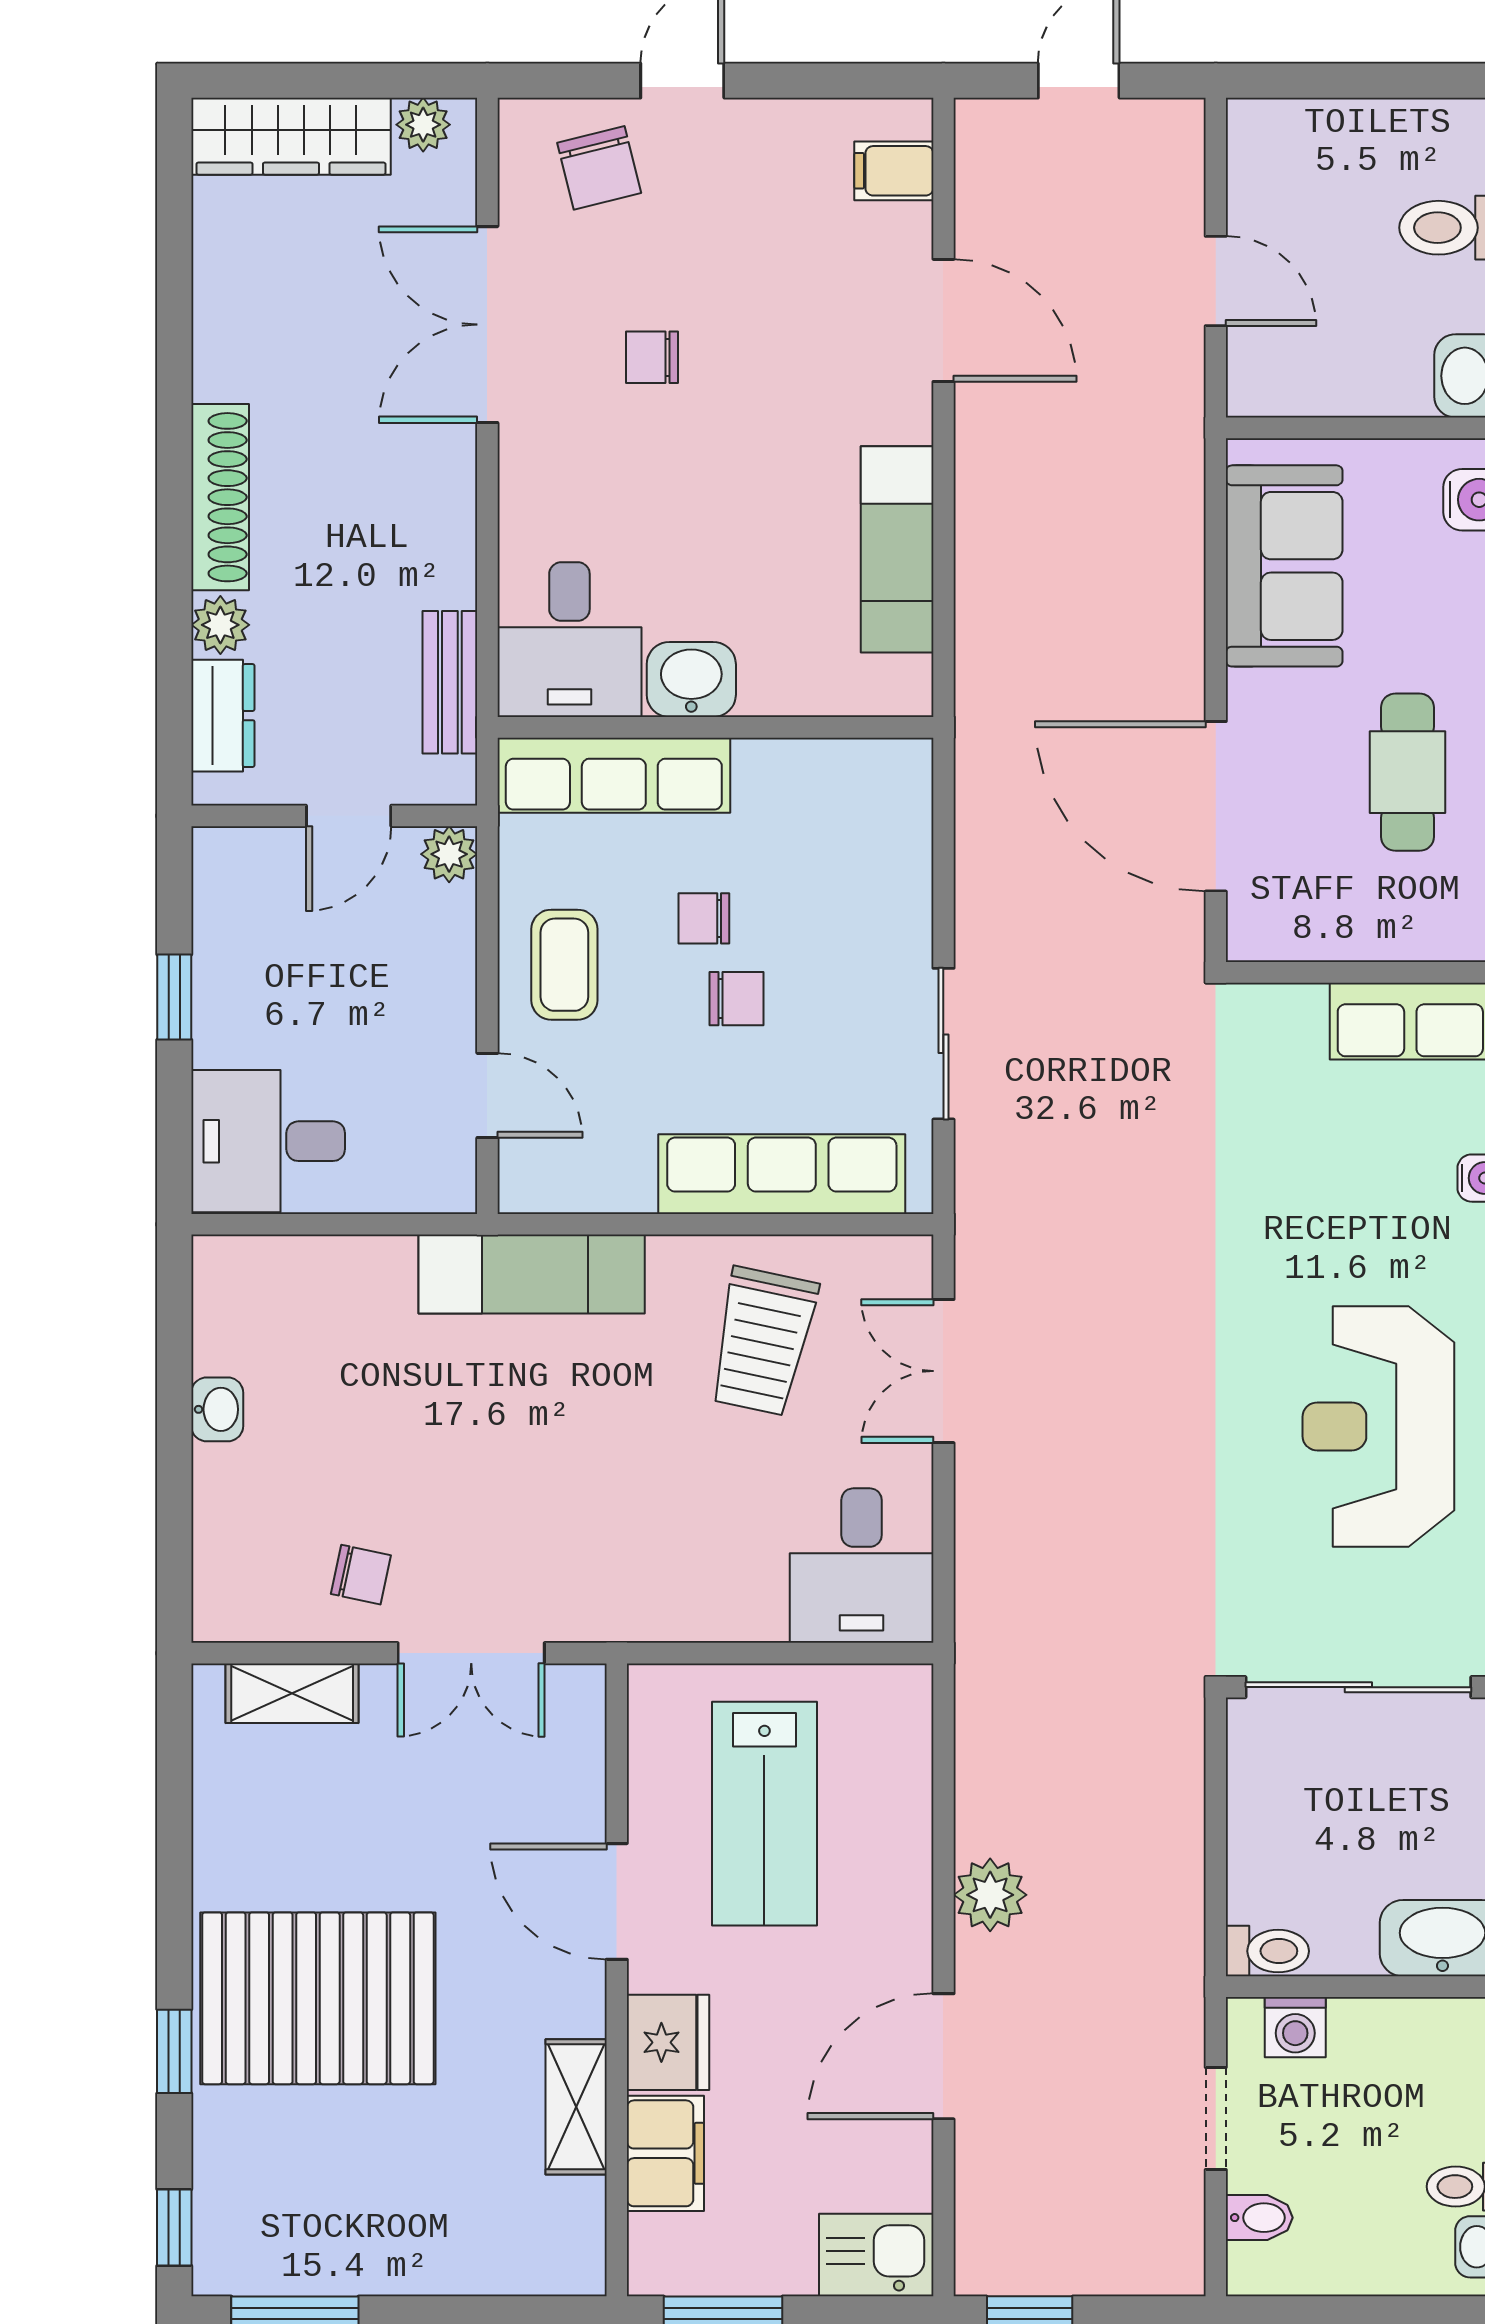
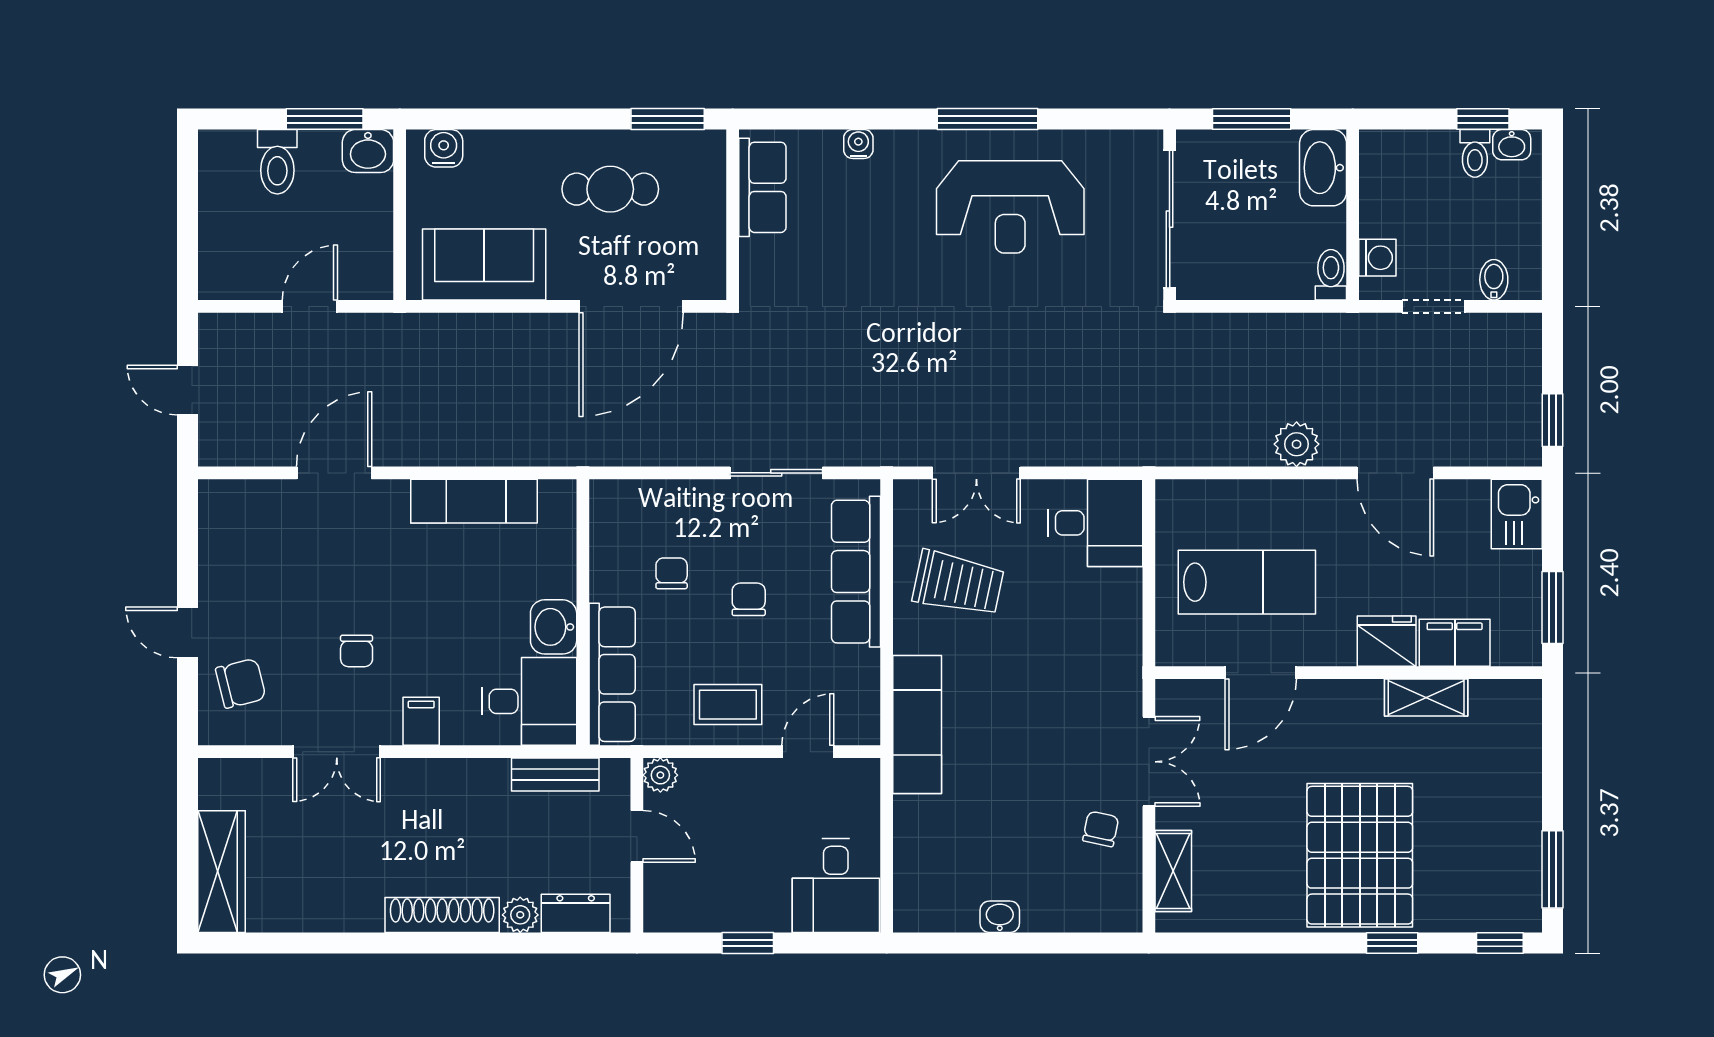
plant: (423, 125) -> (214, 791), removed
filing cabinet: (894, 171) -> (421, 721), moved, turned 180
double door: (487, 325) -> (337, 752), width x0.73
chair: (704, 918) -> (672, 573), moved, turned 180
door: (617, 1901) -> (1261, 673), moved

